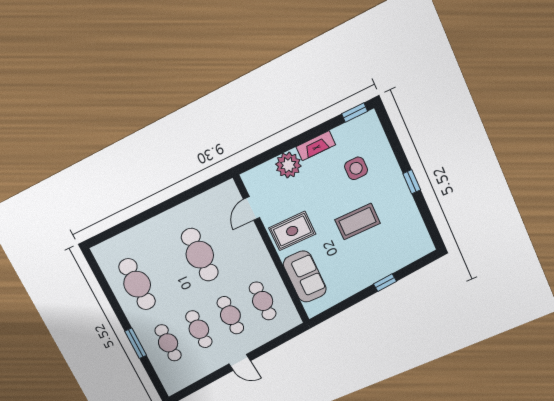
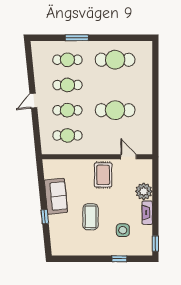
window: (412, 182) -> (119, 259), moved
sofa: (305, 277) -> (56, 196), moved, turned -96

